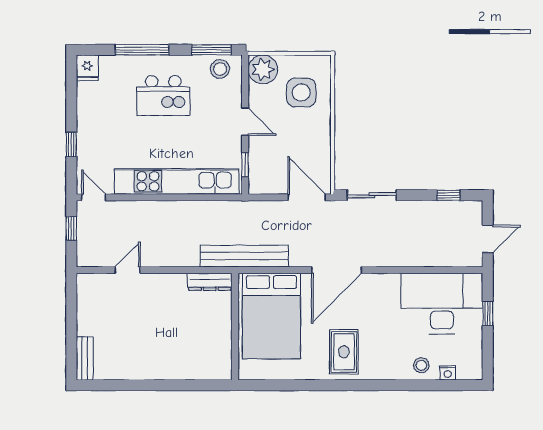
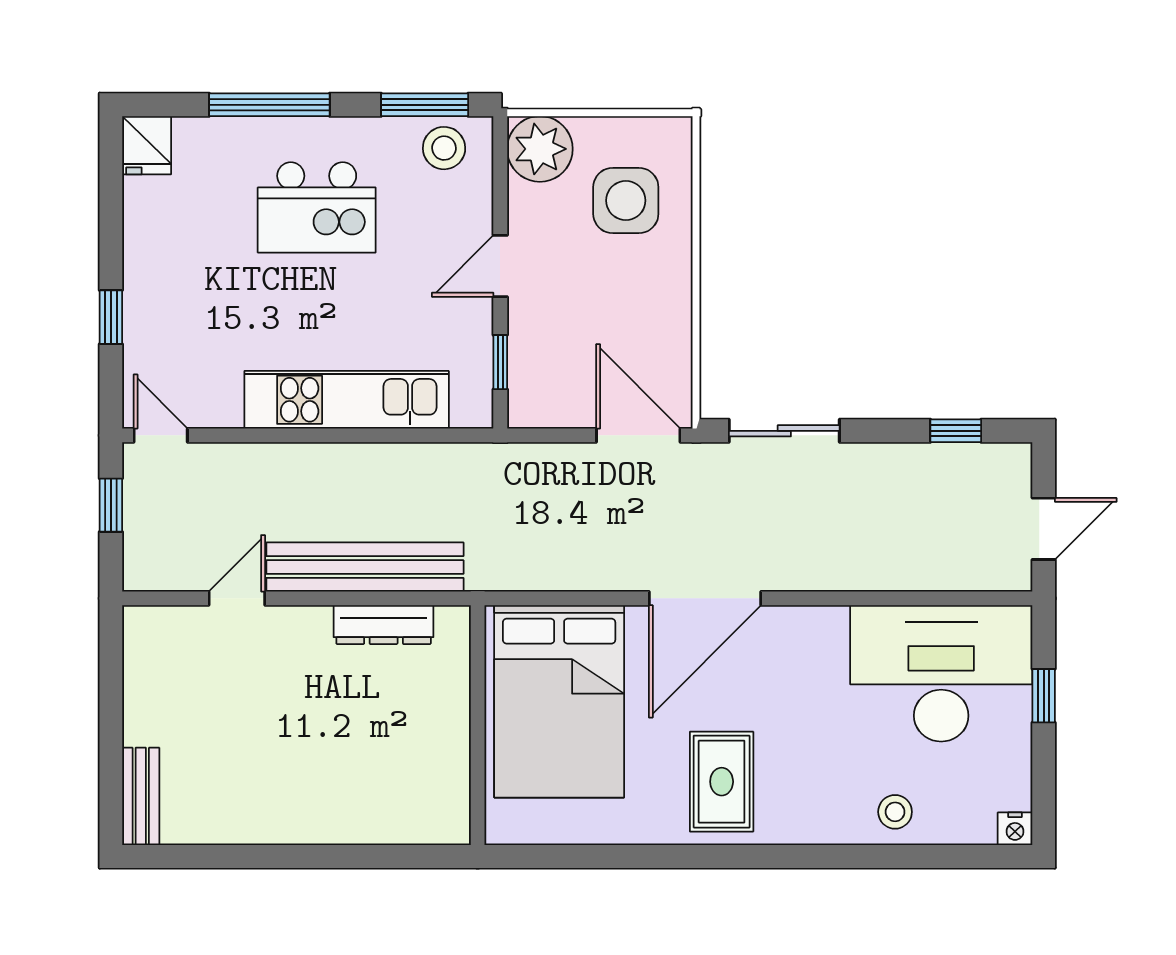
door: (245, 122) -> (500, 266), swing flipped
kitchen unit: (177, 181) -> (347, 400), width x0.73
bench: (244, 256) -> (365, 567), moved
dresser: (210, 282) -> (384, 625), moved
nightstand: (448, 373) -> (1015, 829), moved

